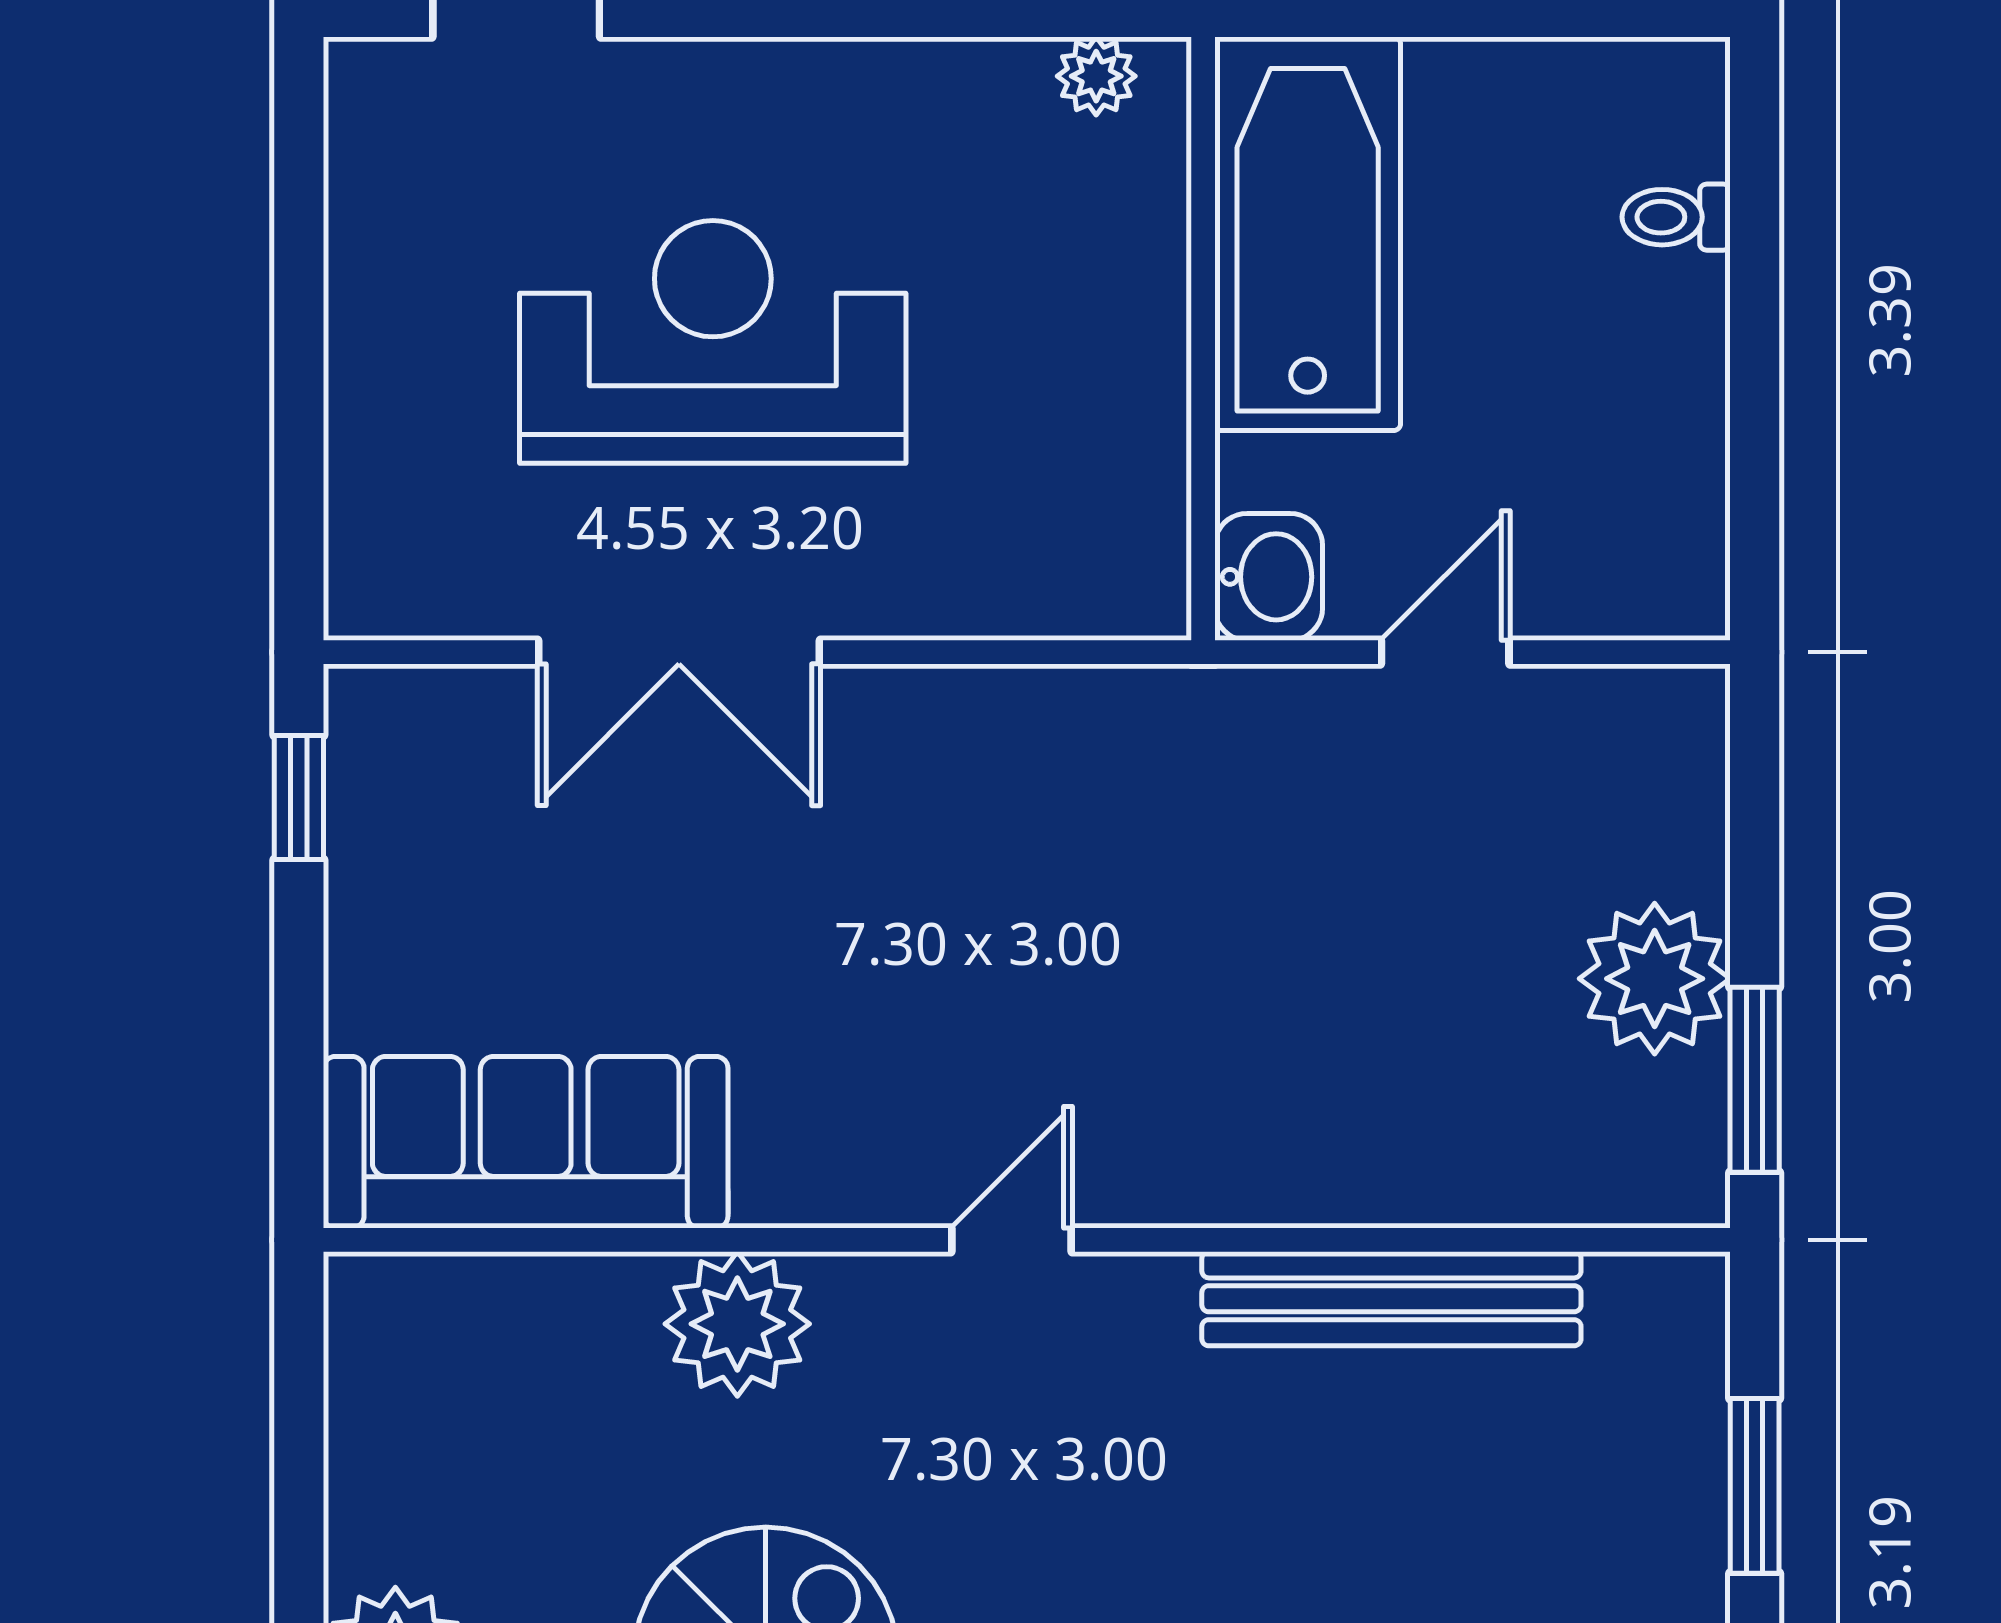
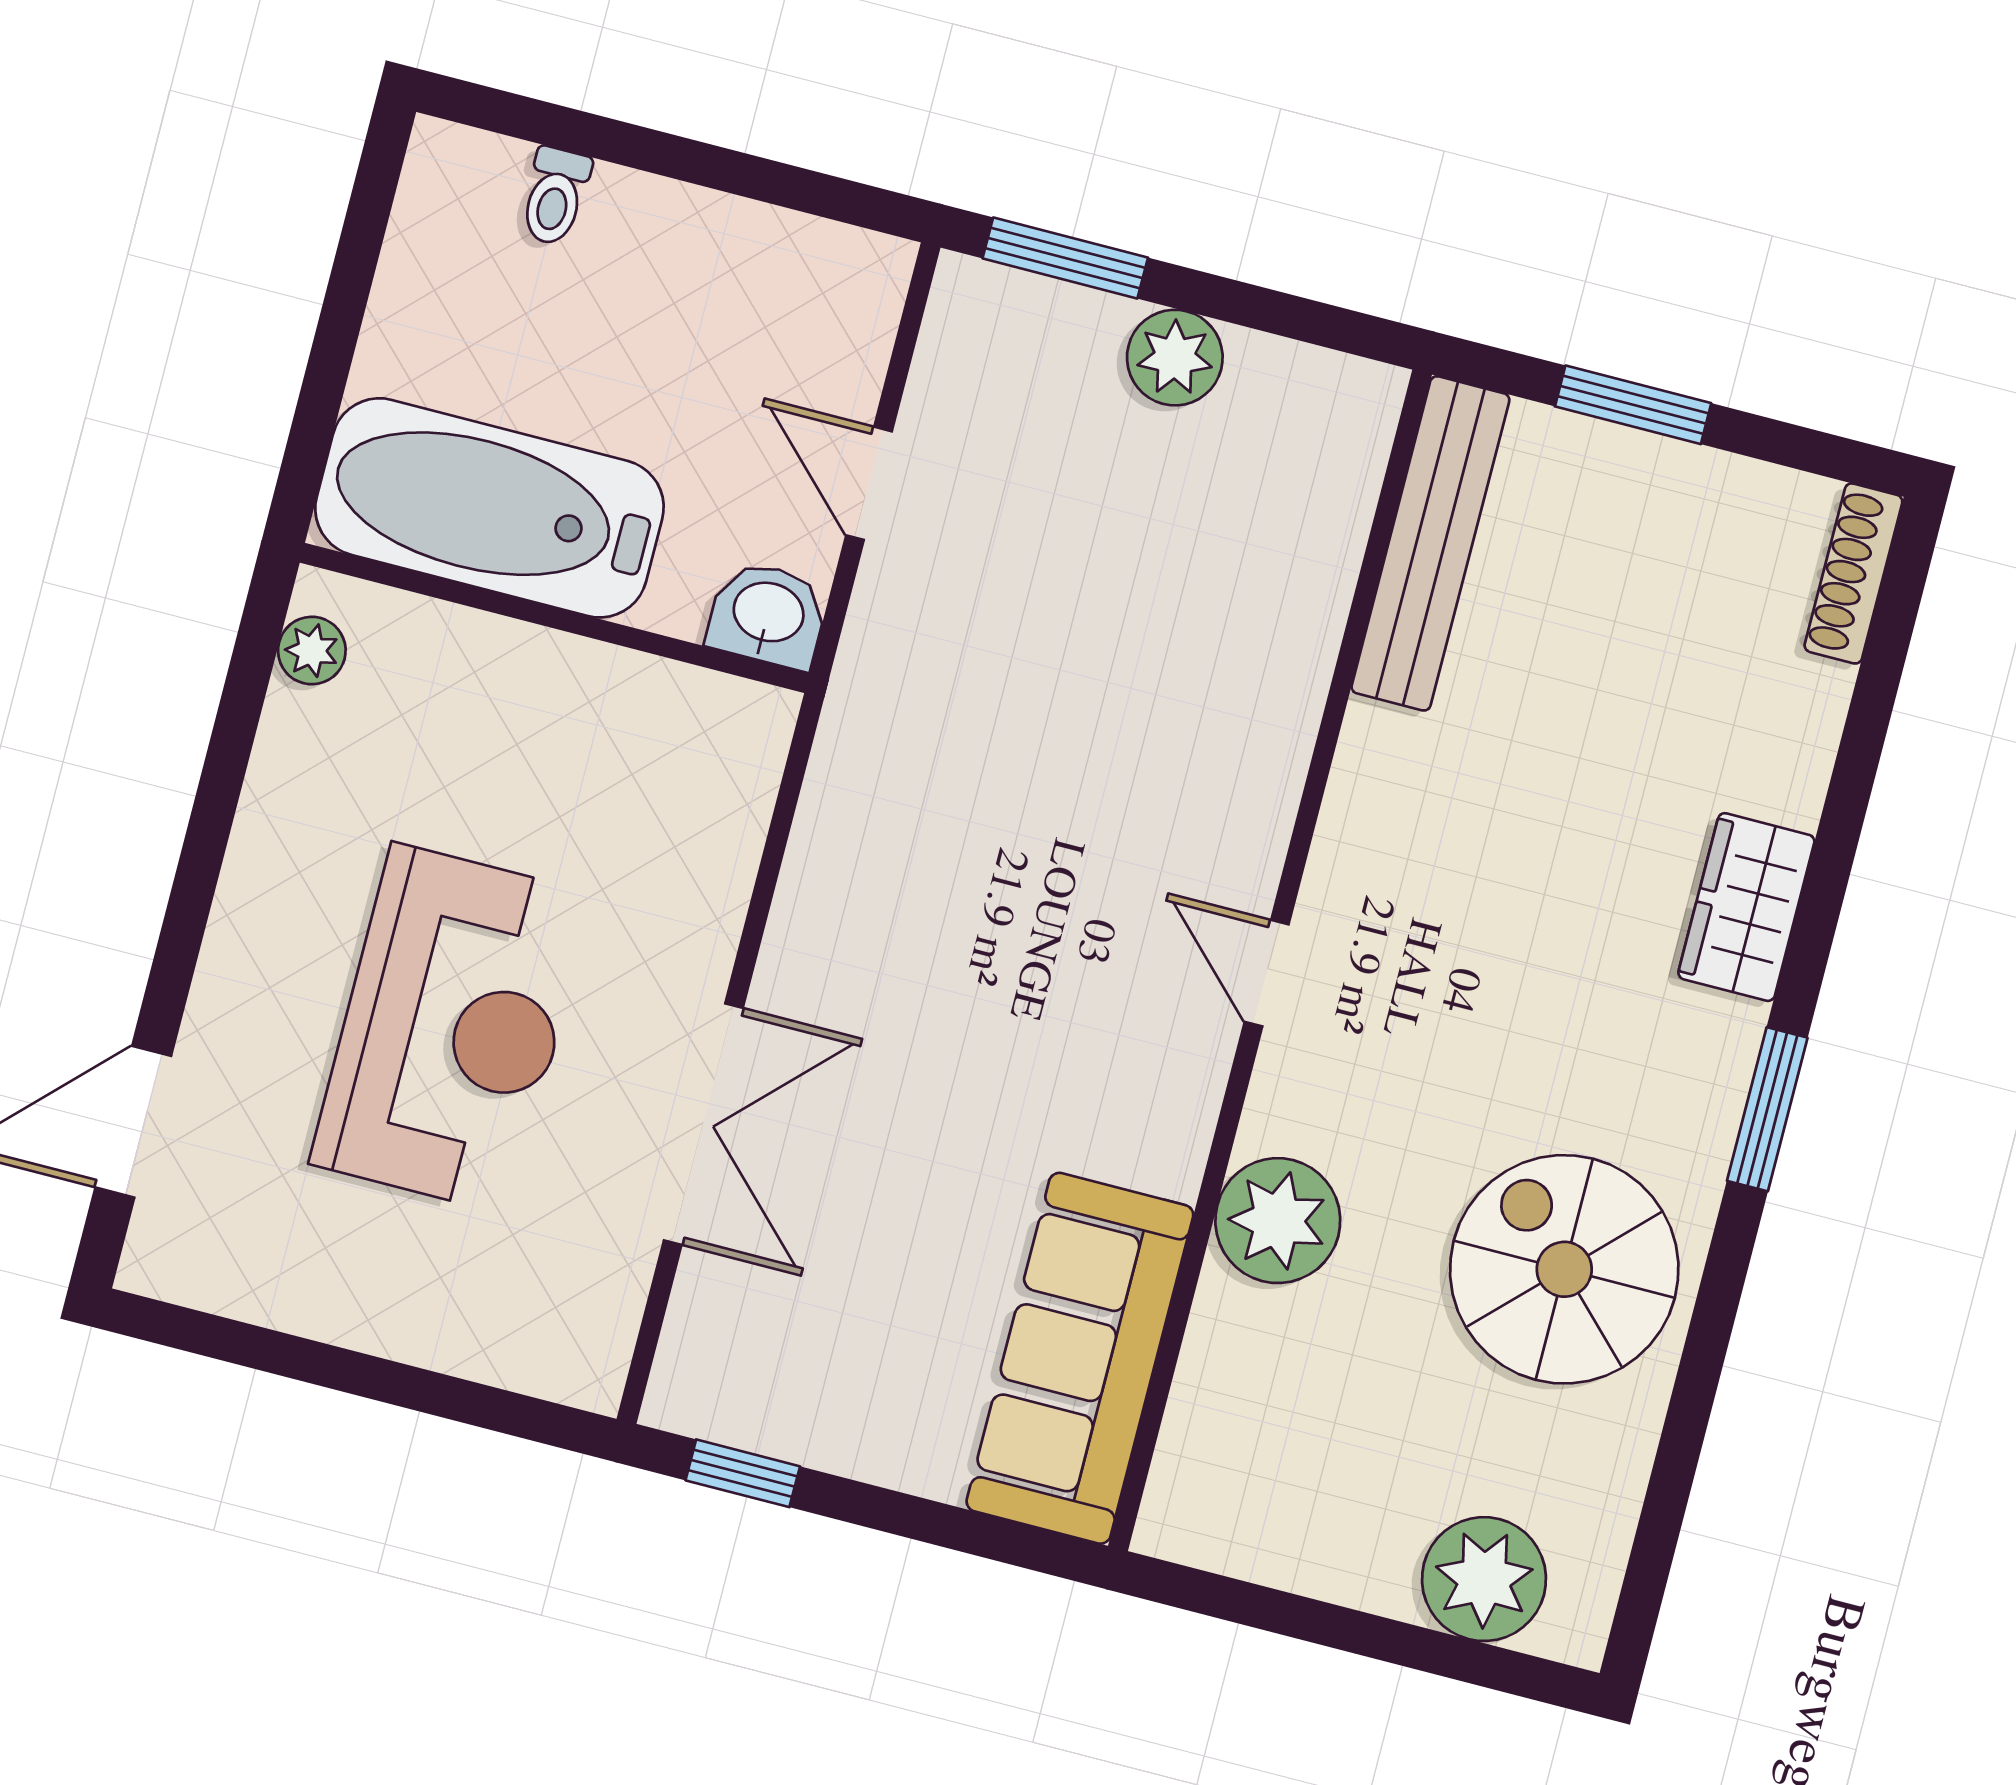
reception desk: (713, 342) -> (451, 1029), turned 180
plant: (1655, 979) -> (1175, 358), width x0.73, depth x0.73
window: (1755, 1080) -> (1065, 258), moved
bench: (1391, 1299) -> (1430, 543), moved

